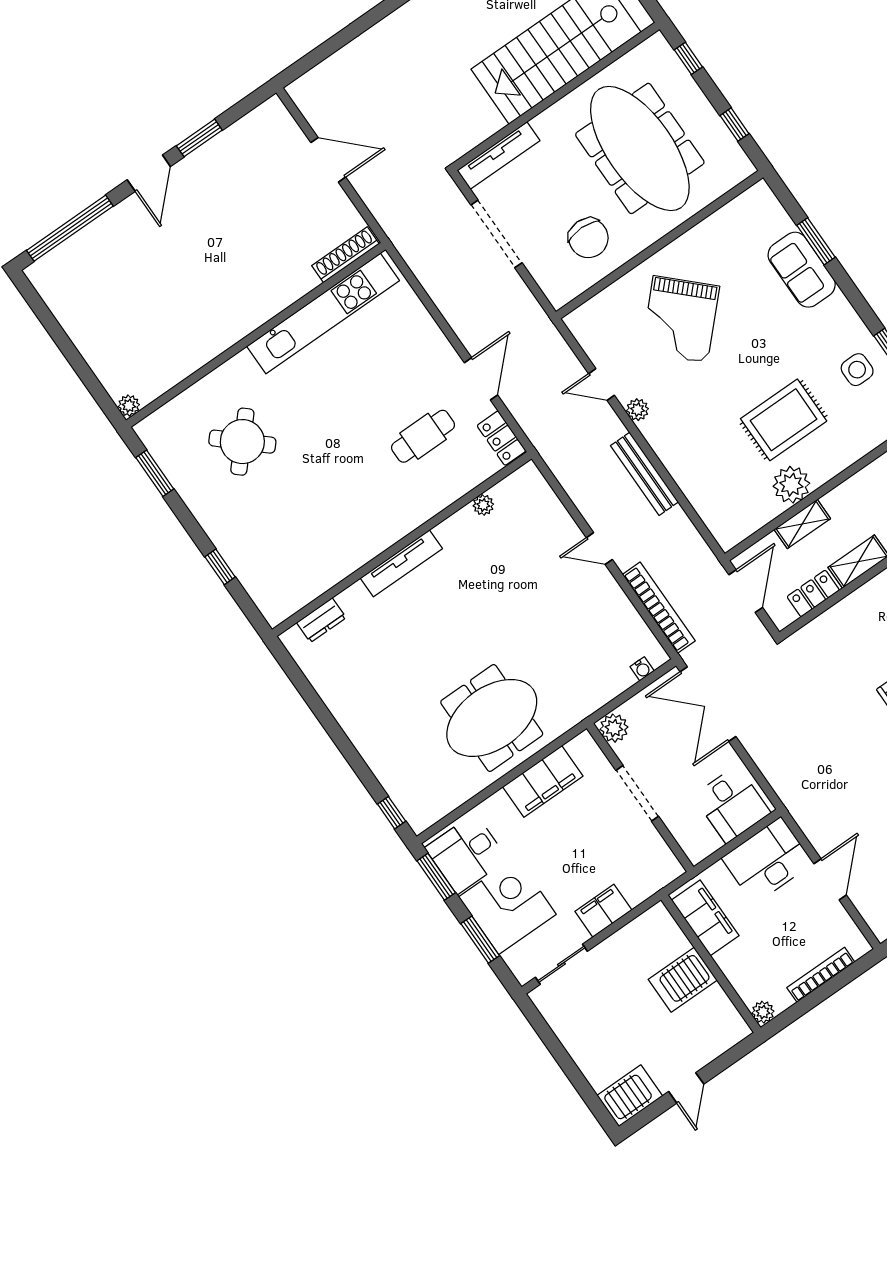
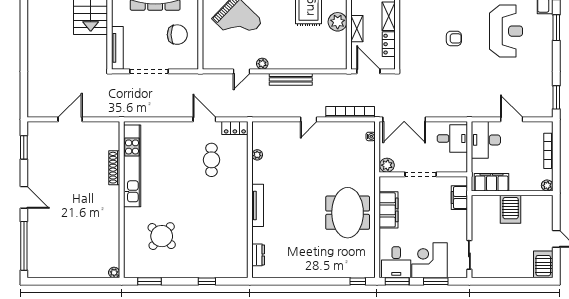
window: (199, 138) -> (24, 147), moved
shoe rack: (346, 255) -> (114, 168), moved
filing cabinet: (603, 911) -> (459, 198), moved

